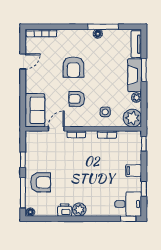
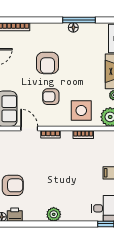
side table: (105, 112) -> (81, 110), width x1.87, depth x1.87
door: (56, 129) -> (29, 128), hinge flipped
printer: (65, 210) -> (15, 215), moved

